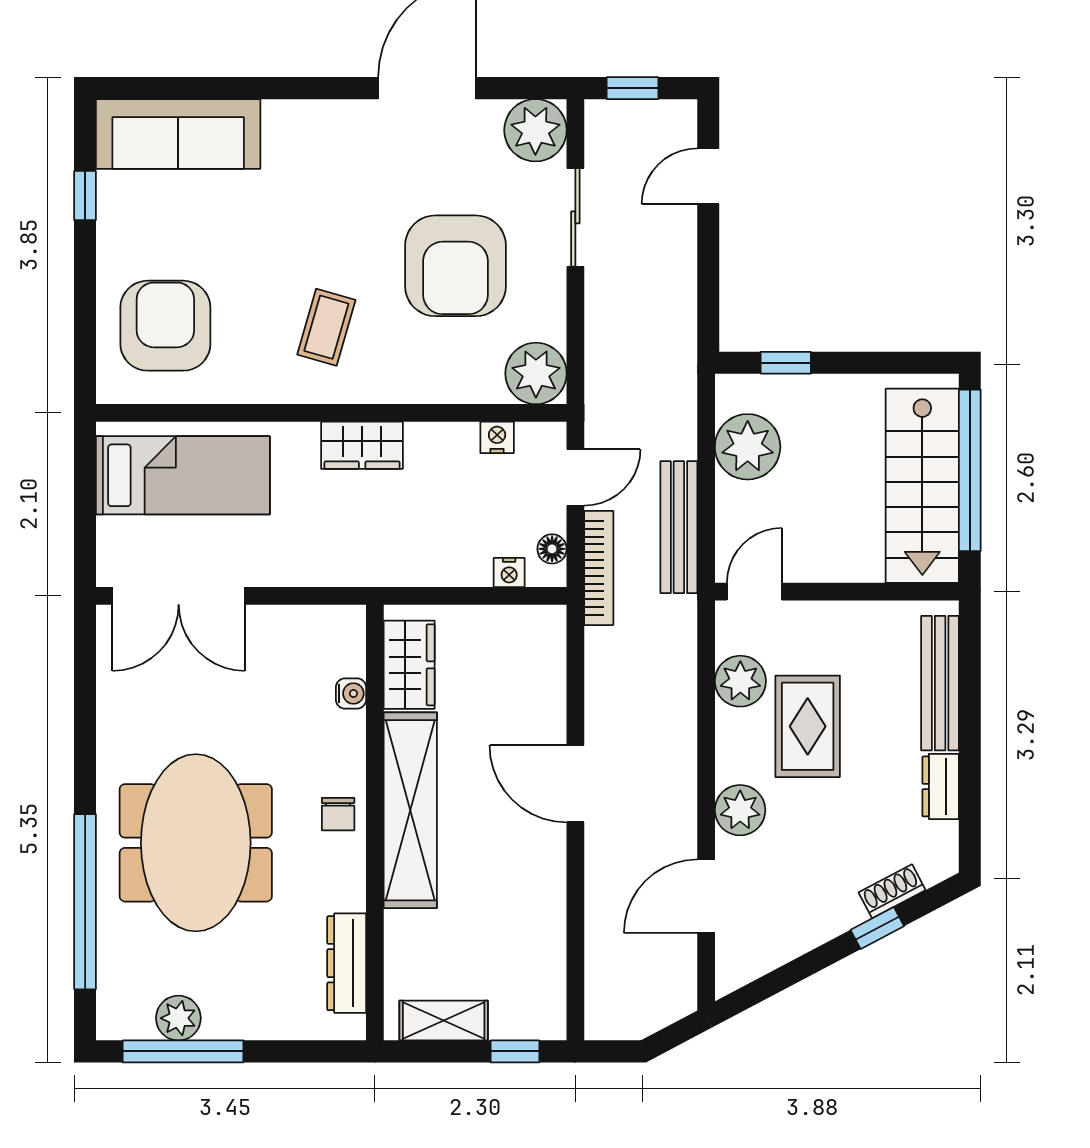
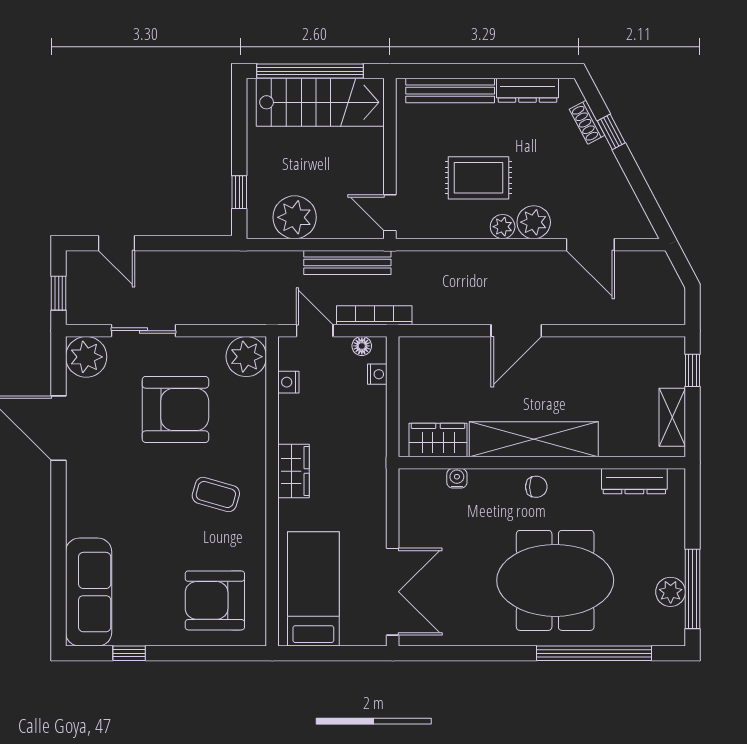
plant: (740, 681) -> (503, 227), moved, width x0.73, depth x0.73
dresser: (941, 786) -> (527, 90), width x1.44

